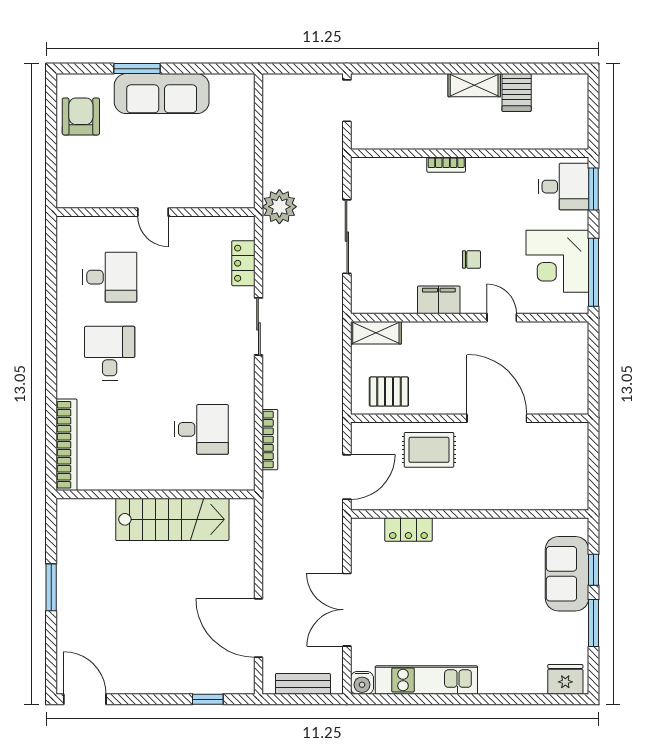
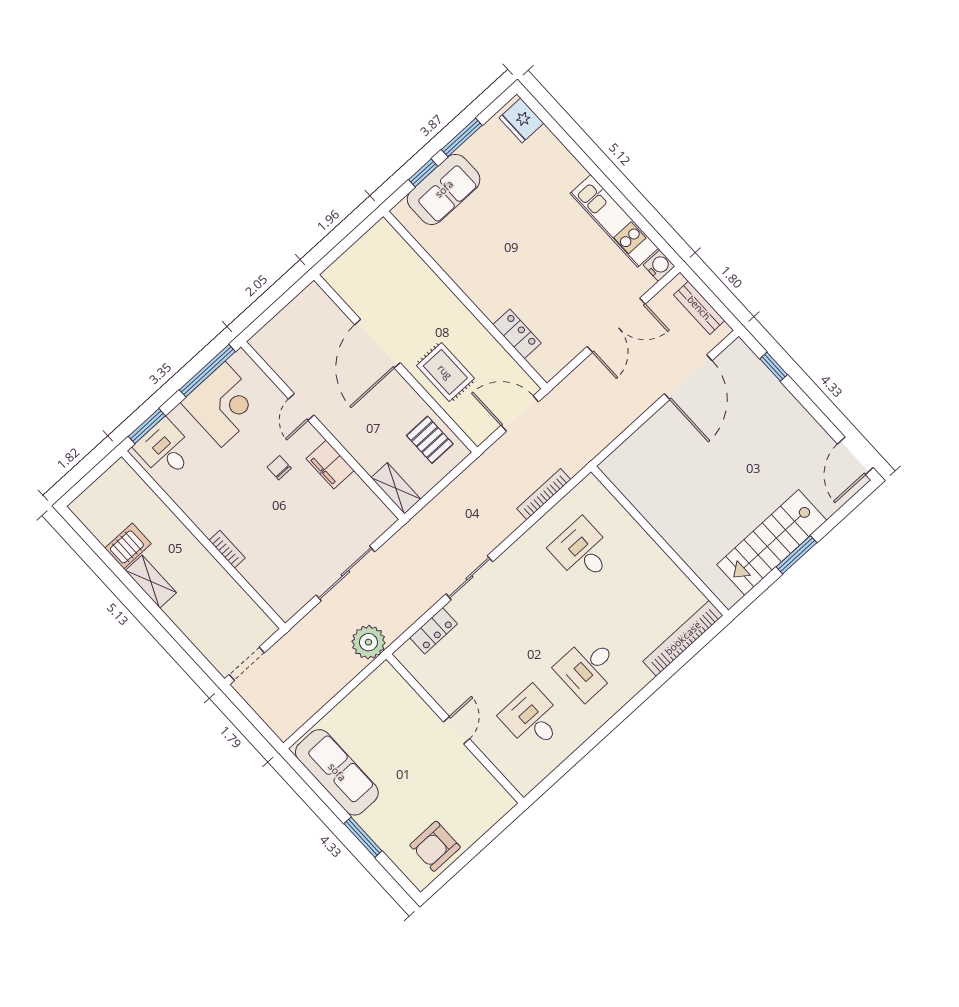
sofa: (162, 94) -> (337, 772), moved
stairs: (172, 519) -> (772, 542), moved, turned -90

